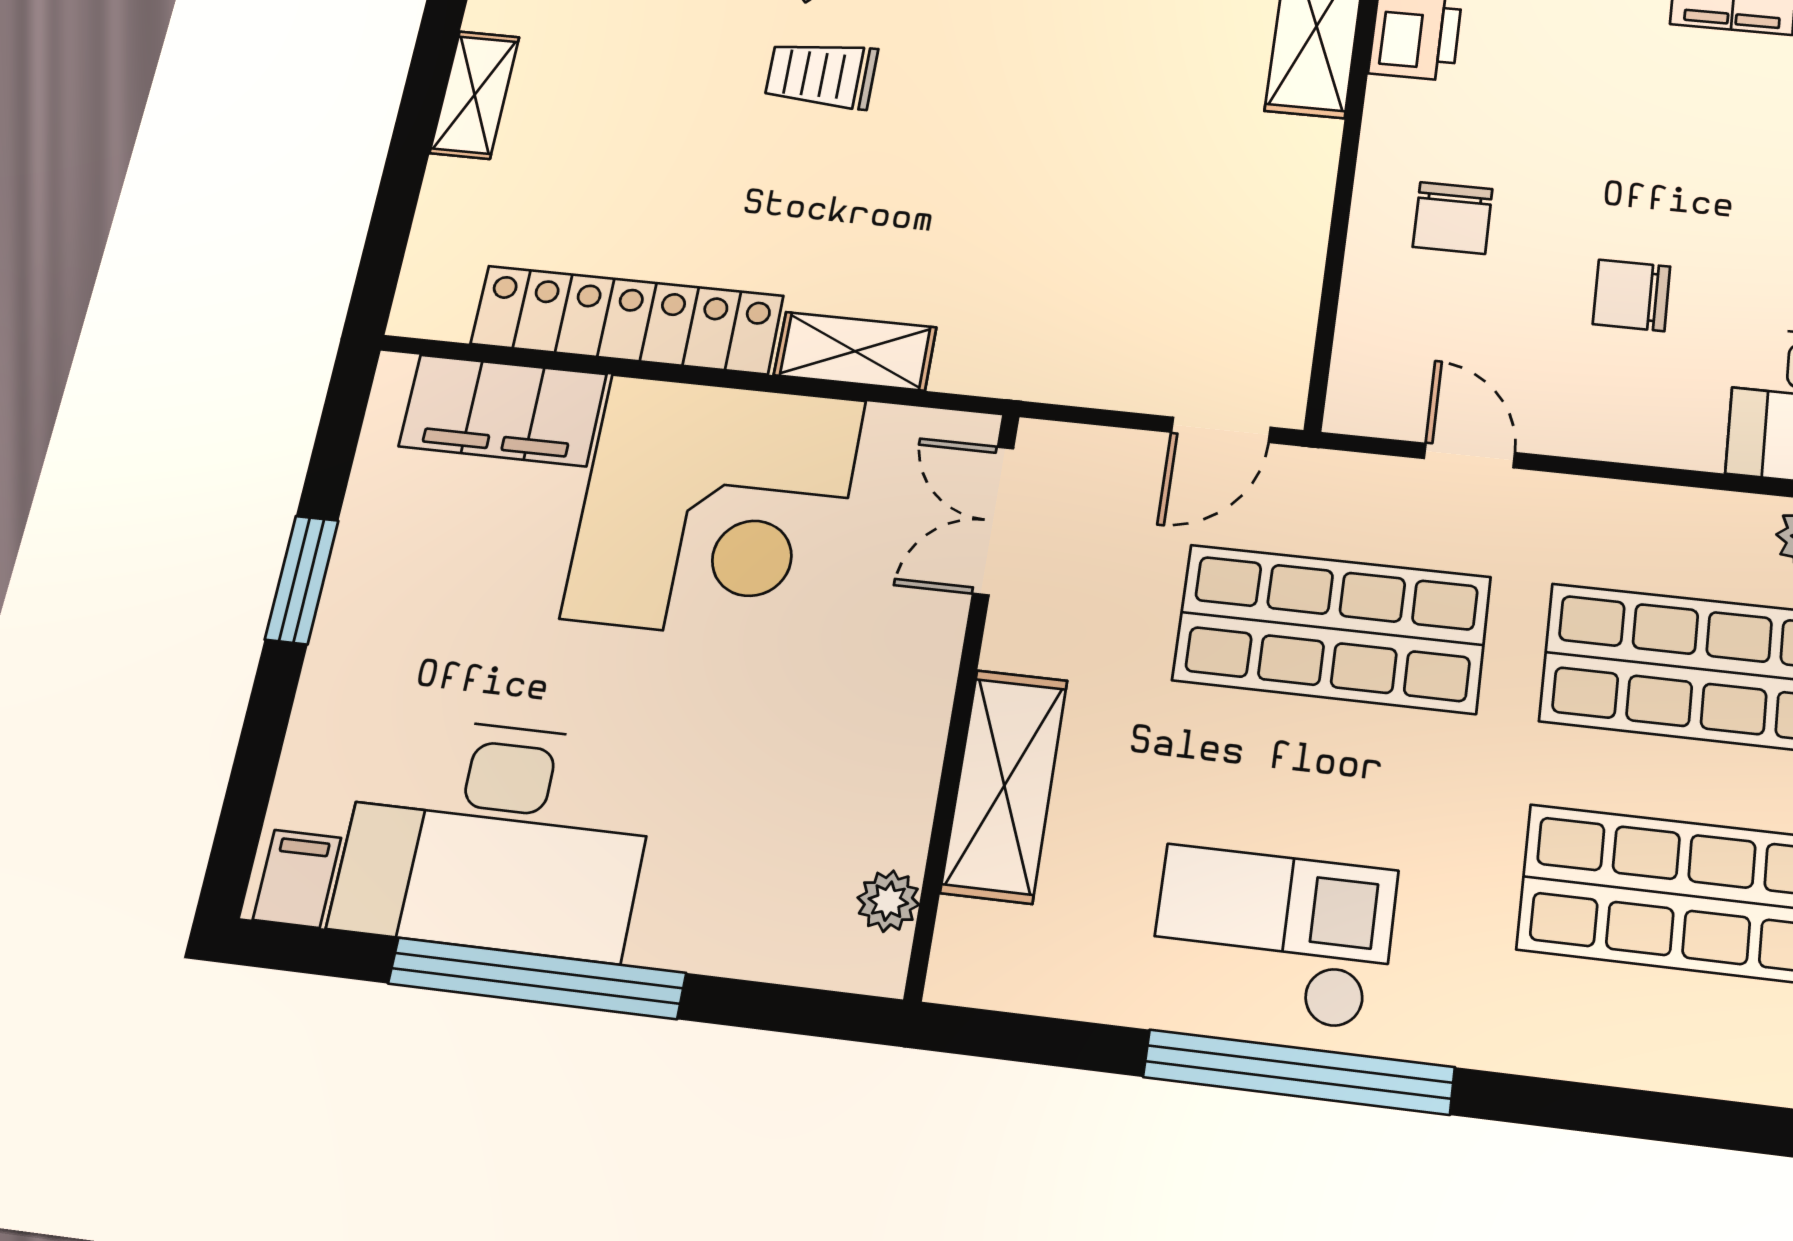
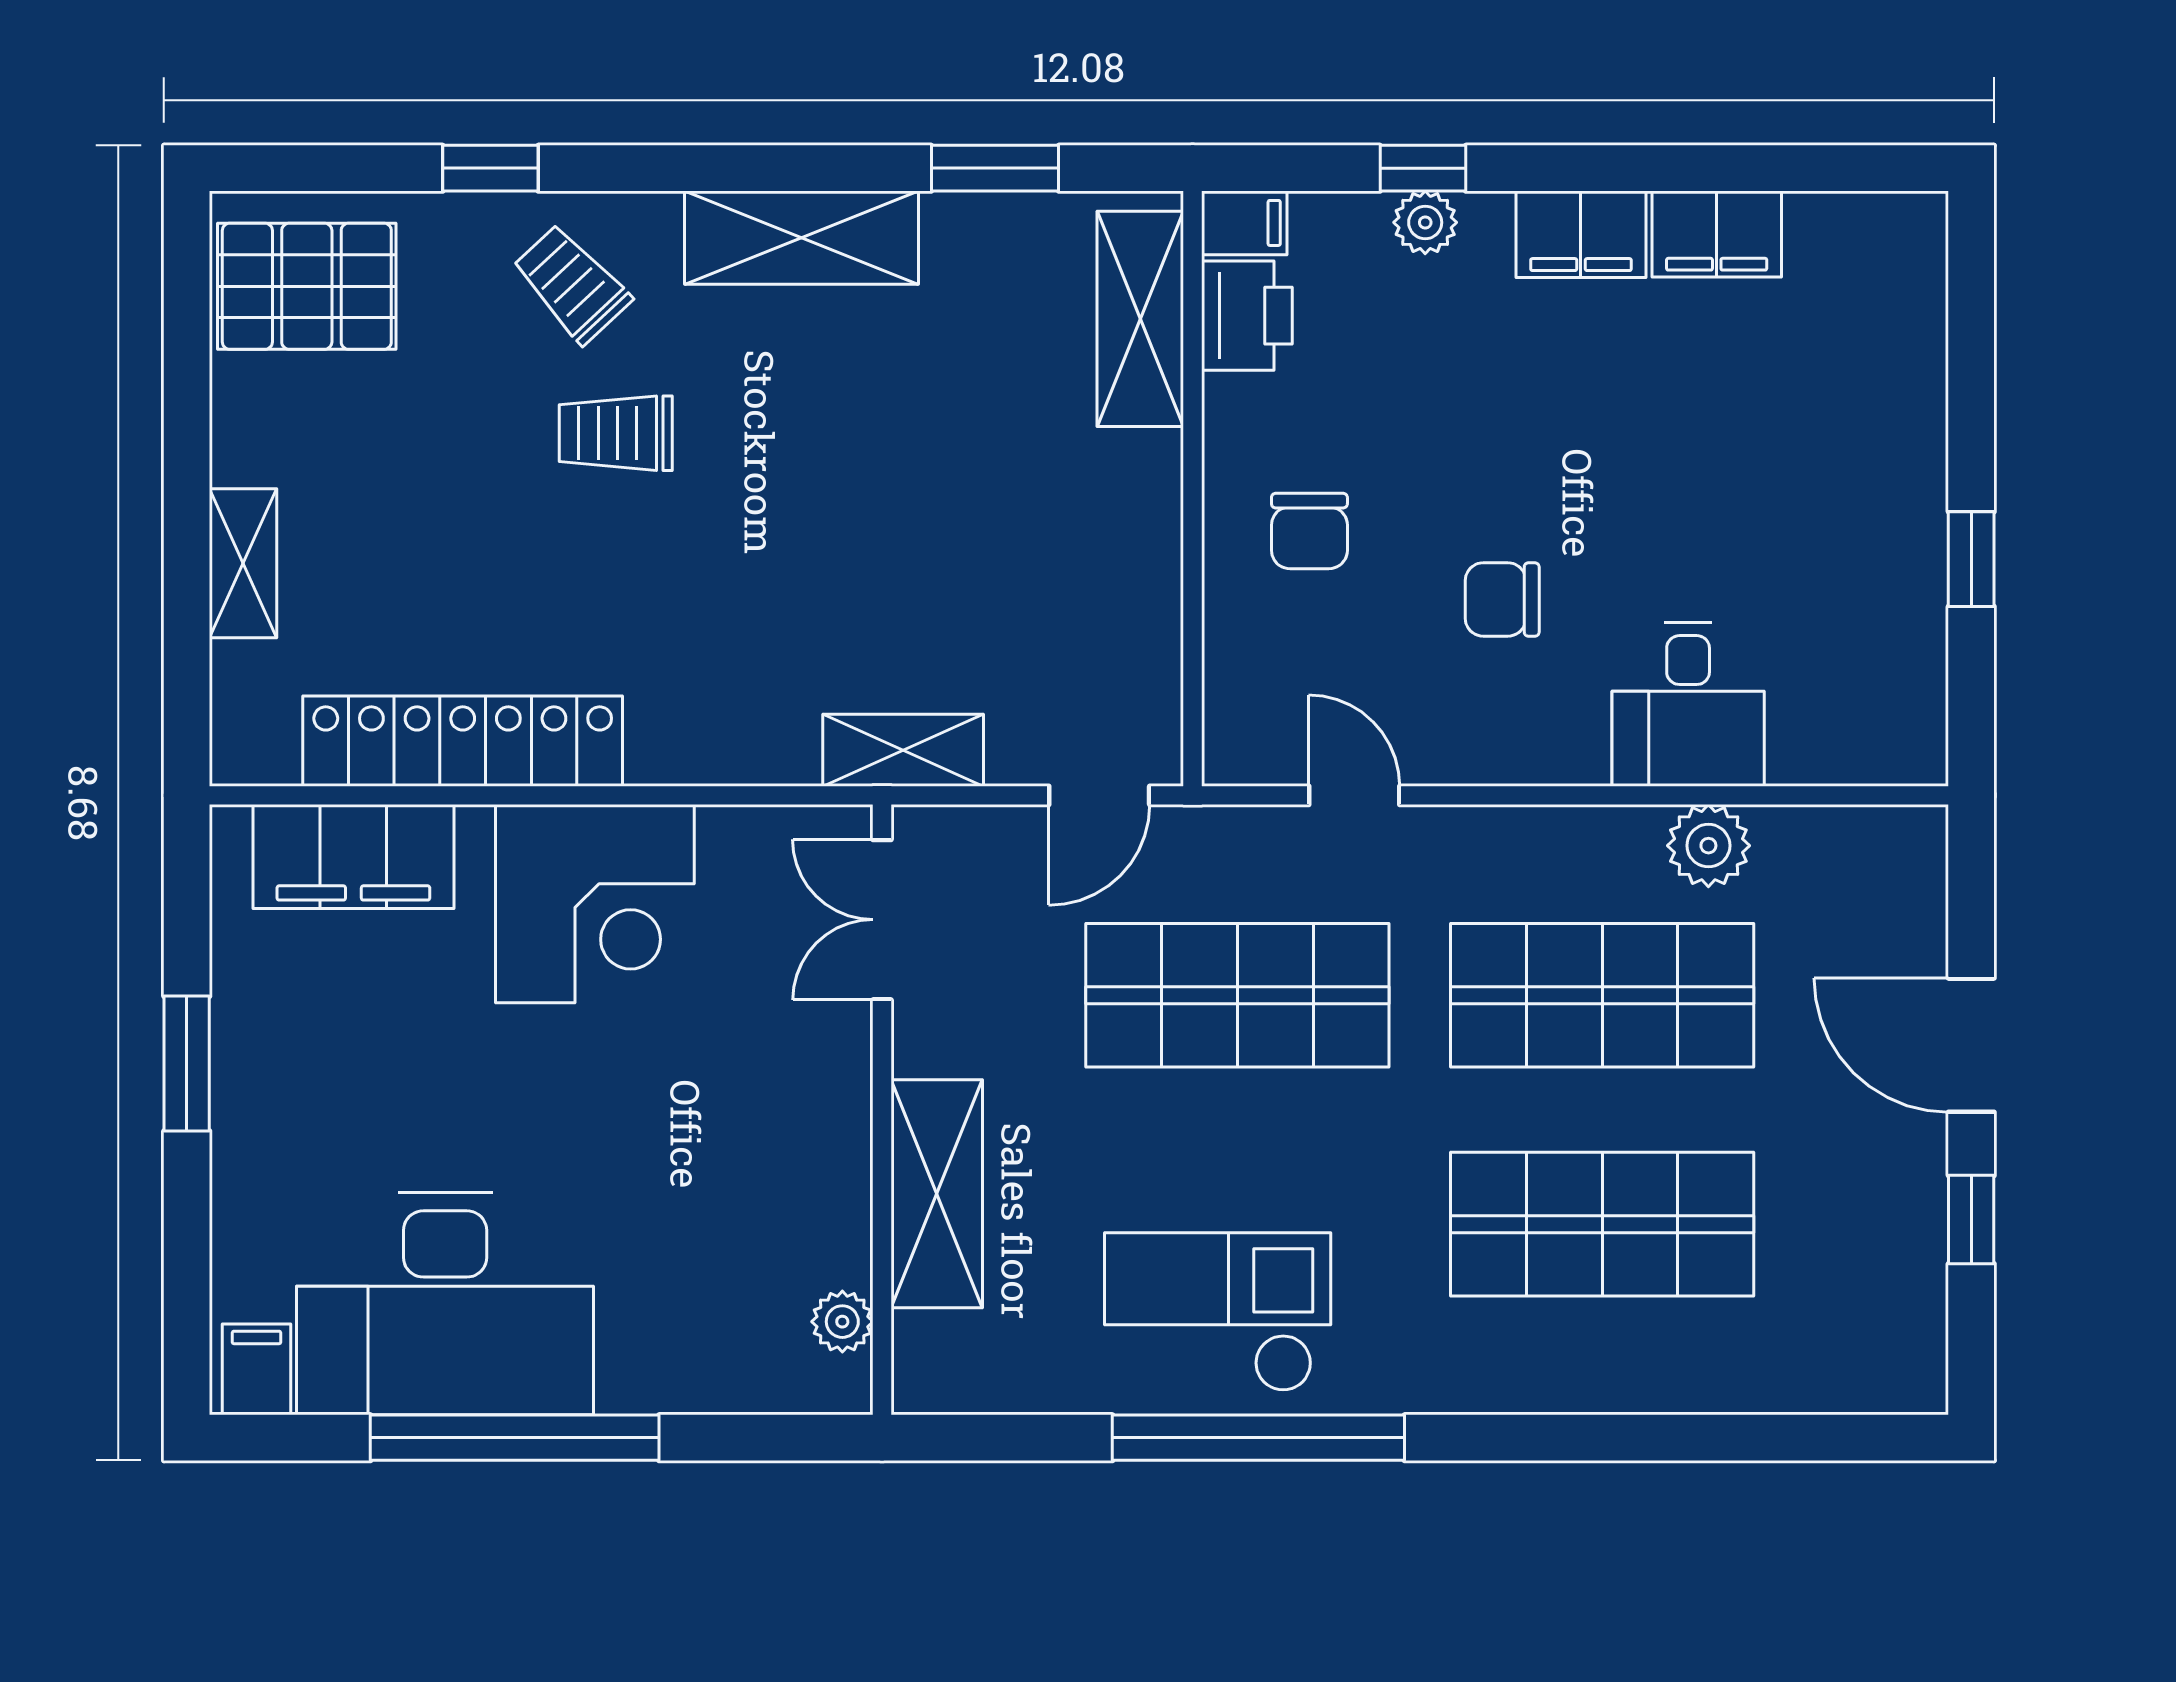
shelving: (475, 95) -> (243, 563), moved
shelving: (855, 351) -> (903, 750), moved
corner desk: (714, 509) -> (595, 904), width x0.74, depth x0.74

